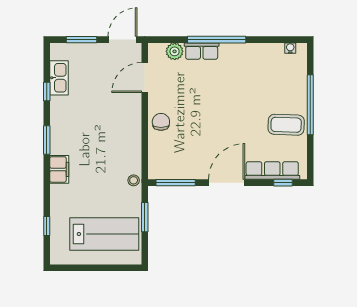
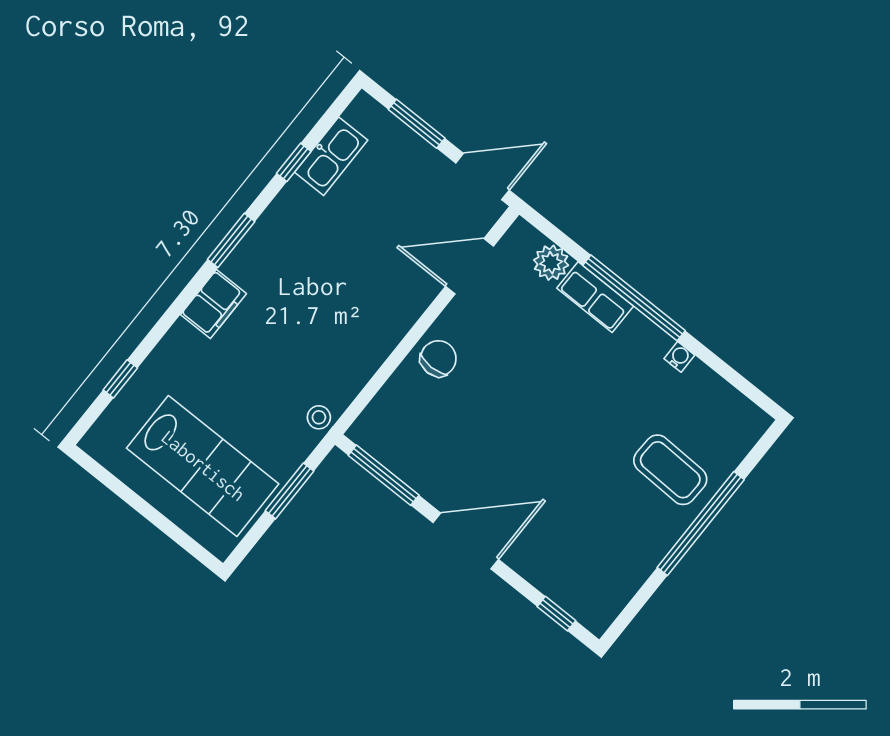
water cooler: (290, 48) -> (679, 357), moved
coffee table: (286, 125) -> (670, 470), moved
row of seats: (272, 171) -> (555, 580), removed

